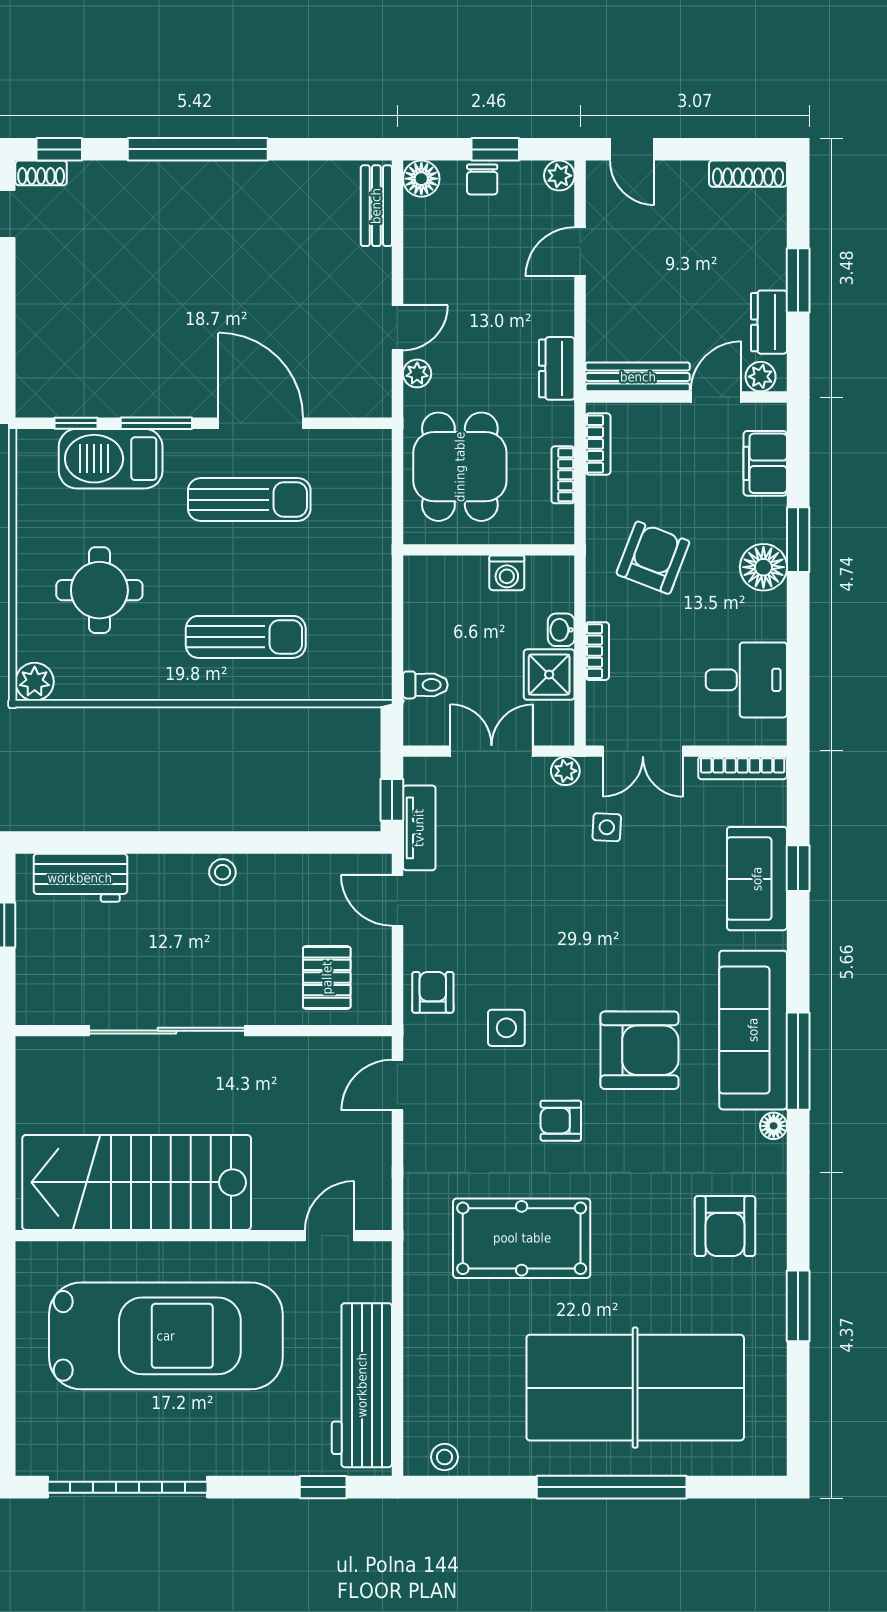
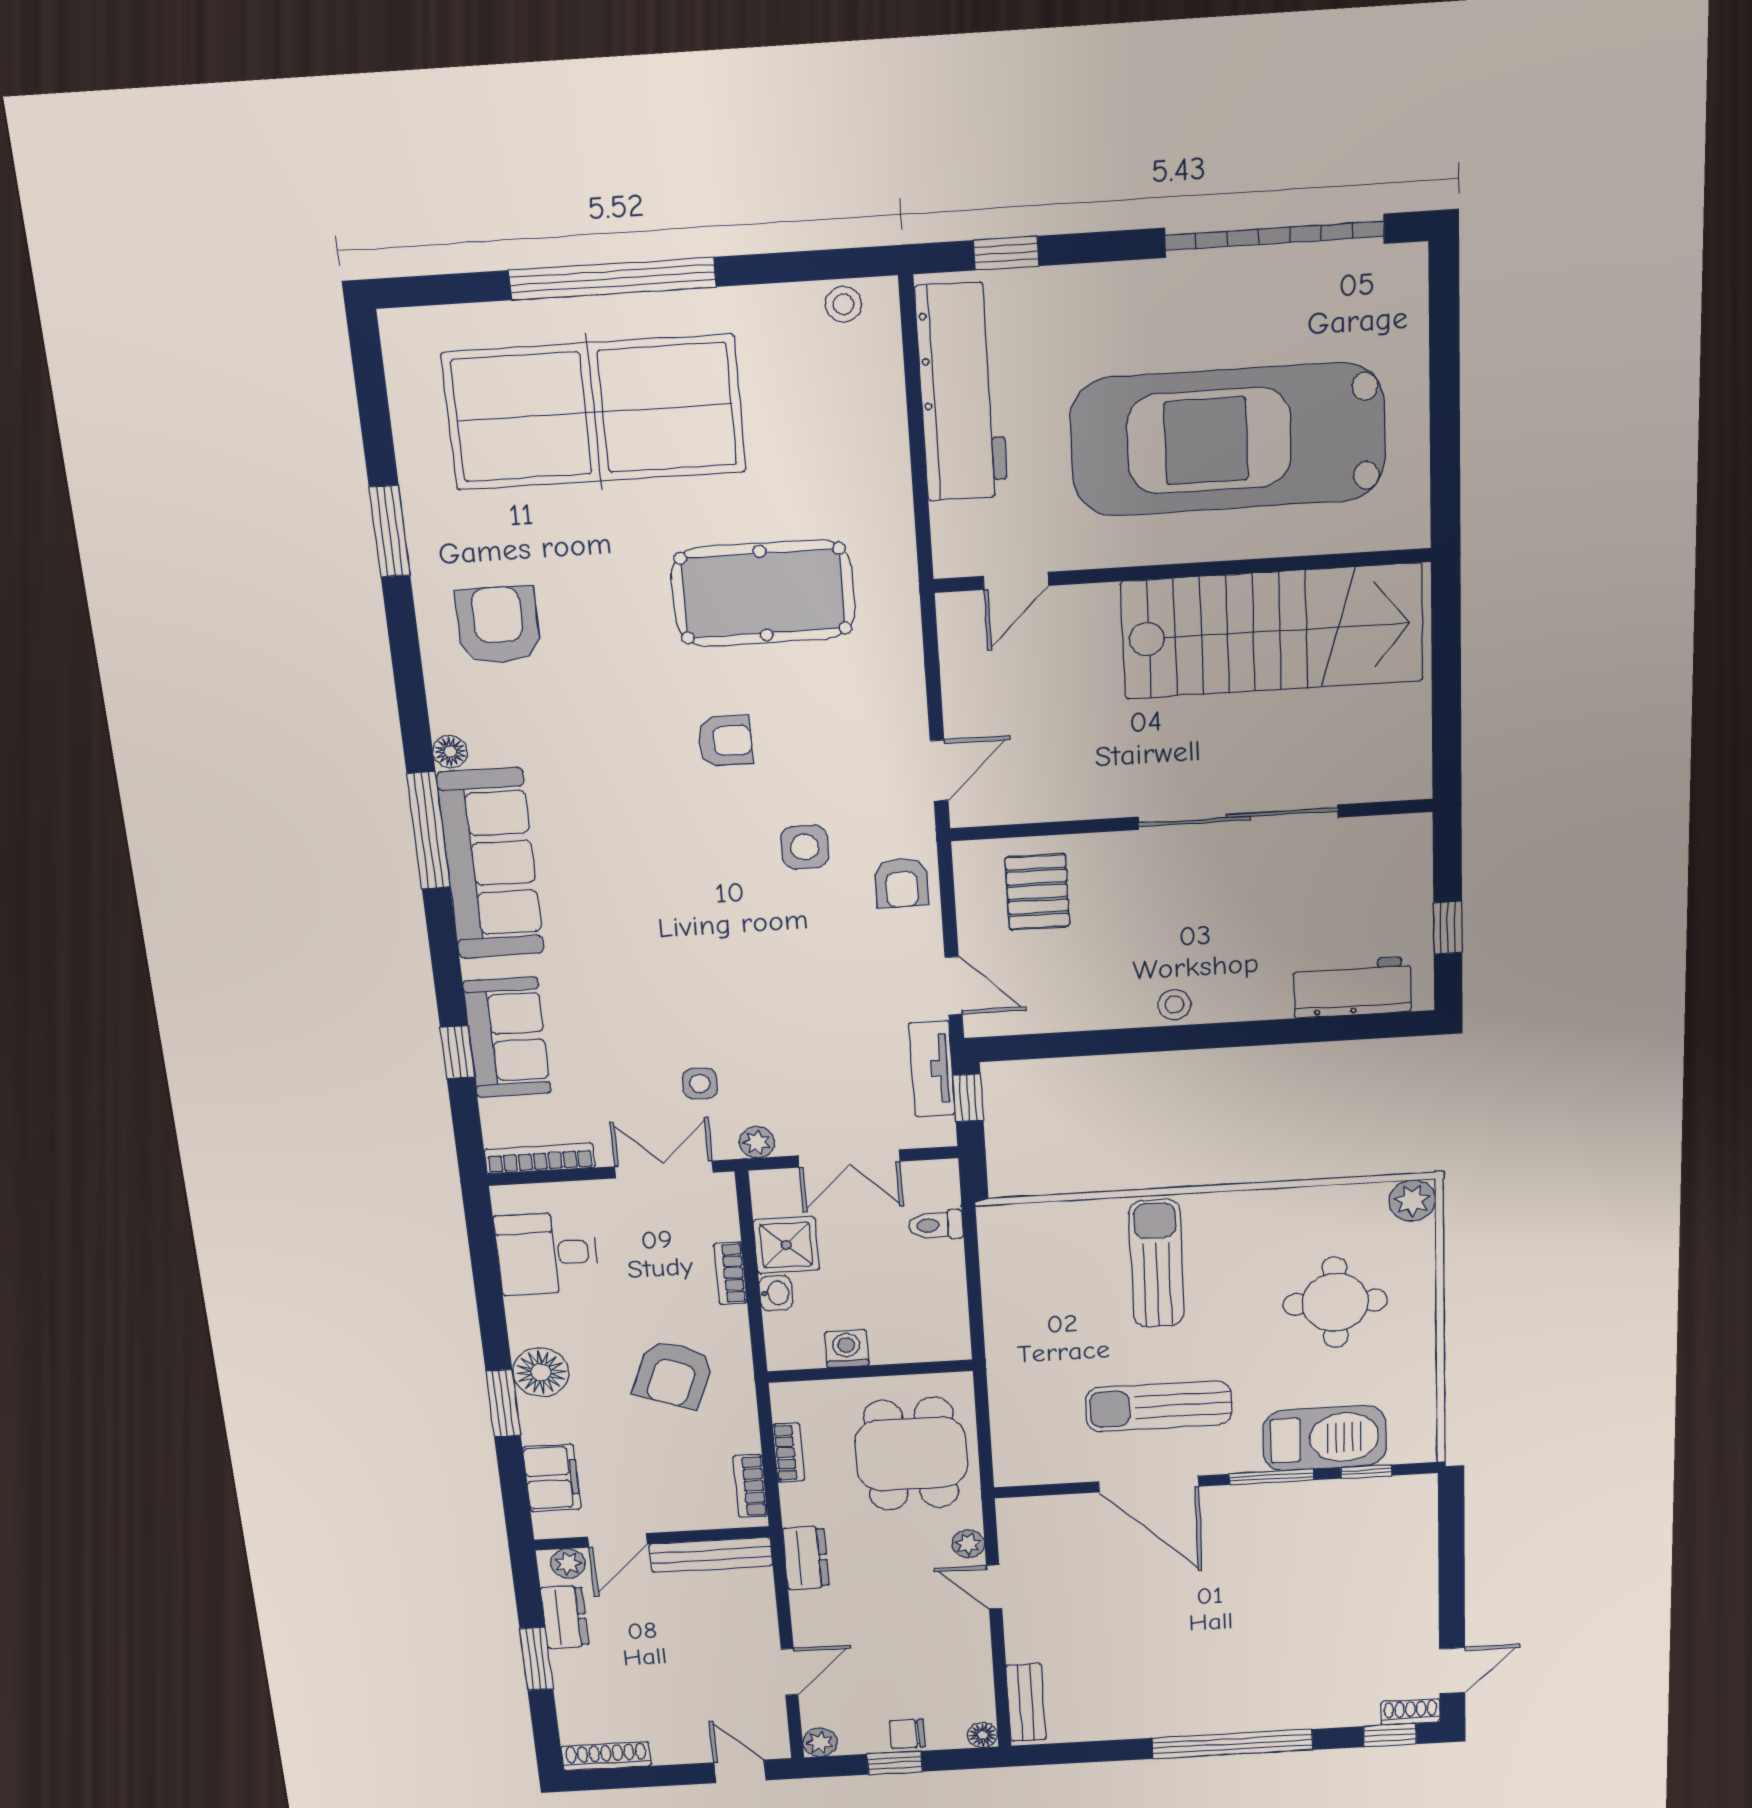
floor lamp: (421, 179) -> (983, 1735), width x0.73, depth x0.73
chair: (482, 179) -> (907, 1734), turned -90
door: (397, 328) -> (994, 1587), hinge flipped
sun lounger: (246, 637) -> (1157, 1263), turned 90
armchair: (639, 1050) -> (633, 831), removed

